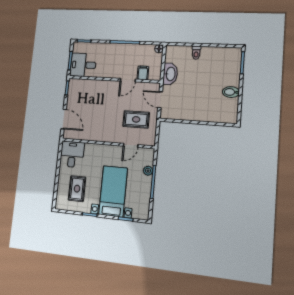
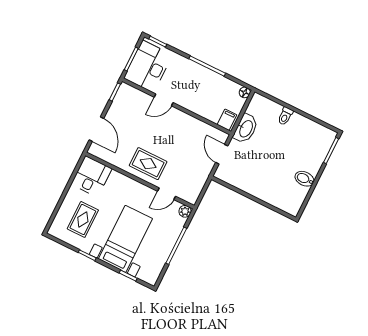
desk: (83, 65) -> (148, 66), width x1.37
filing cabinet: (143, 73) -> (227, 120), moved
door: (128, 80) -> (164, 100), moved
rug: (136, 119) -> (148, 164), moved
plant: (148, 171) -> (185, 211), moved

